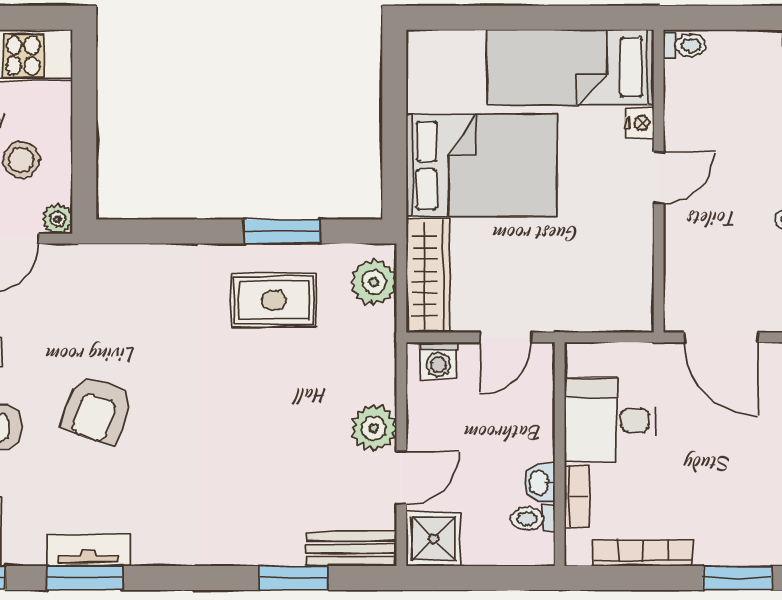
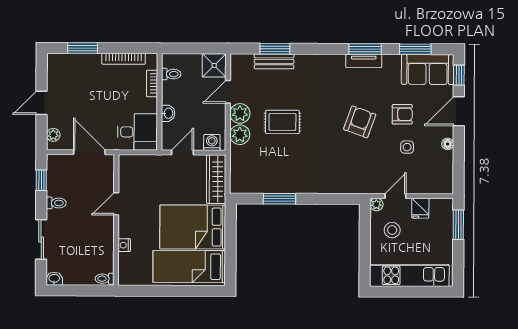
bed: (571, 67) -> (189, 267), moved, turned 180
door: (659, 178) -> (116, 204), moved
plant: (374, 282) -> (240, 135), moved
rug: (274, 300) -> (282, 122), moved
desk: (610, 420) -> (137, 132), moved
washbasin: (540, 483) -> (168, 113), moved
bench: (351, 549) -> (274, 61), moved

